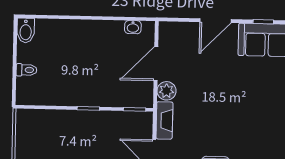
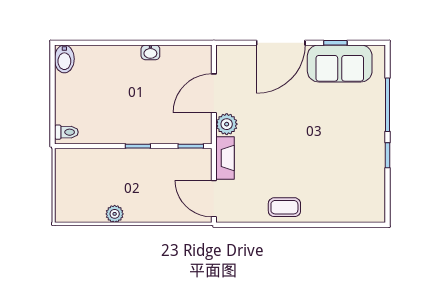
door: (216, 21) -> (281, 43), width x1.36
washbasin: (133, 27) -> (150, 52), moved
toilet: (26, 70) -> (66, 132), moved

